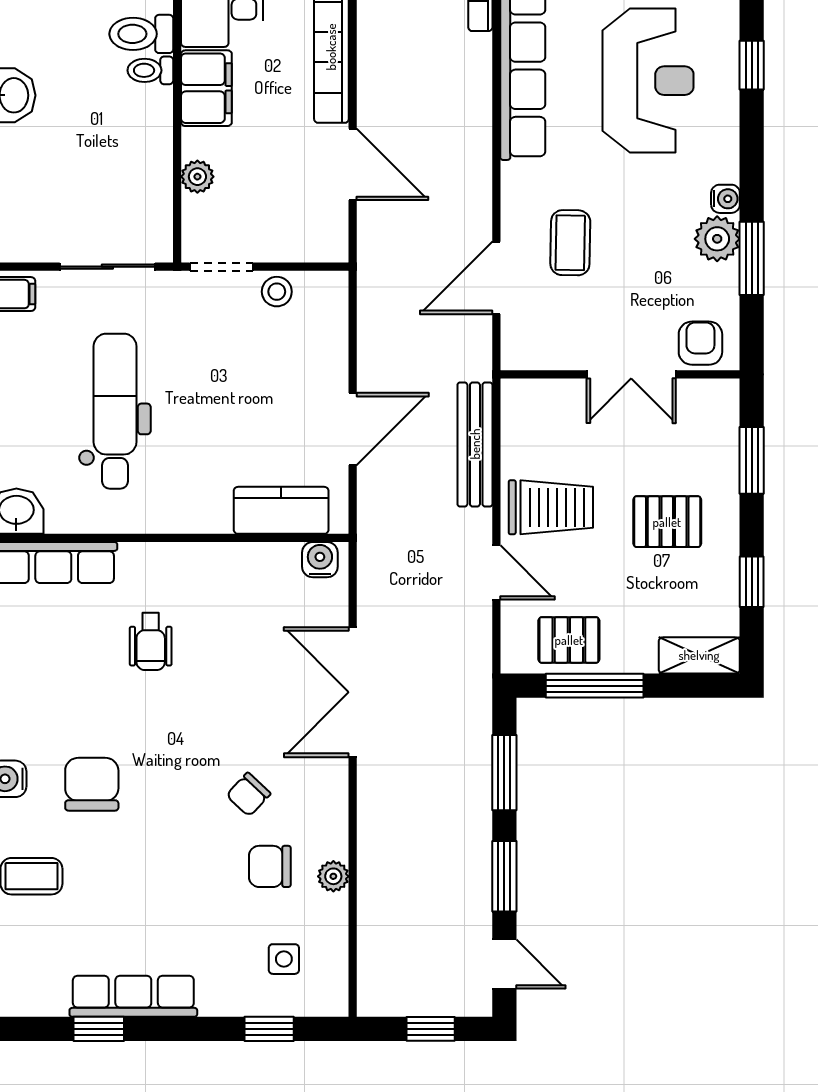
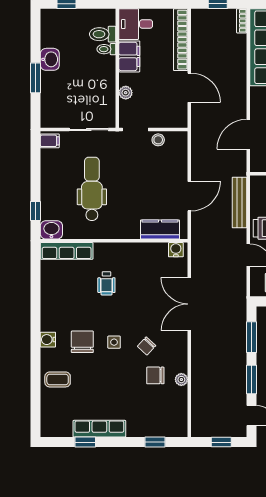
side table: (284, 959) -> (114, 342), moved

